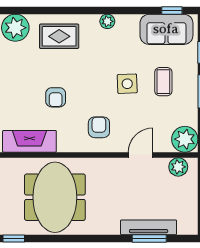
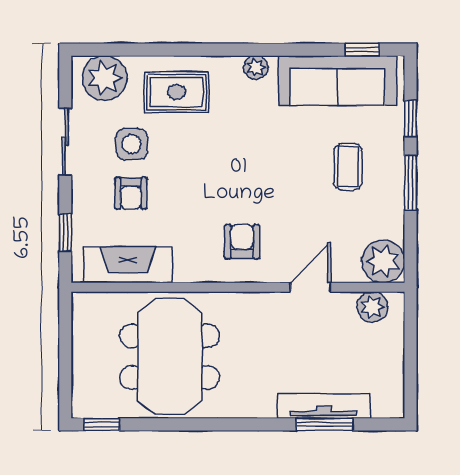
sofa: (166, 29) -> (337, 81), width x1.36
side table: (127, 84) -> (132, 144), moved
armchair: (56, 97) -> (131, 193), moved

